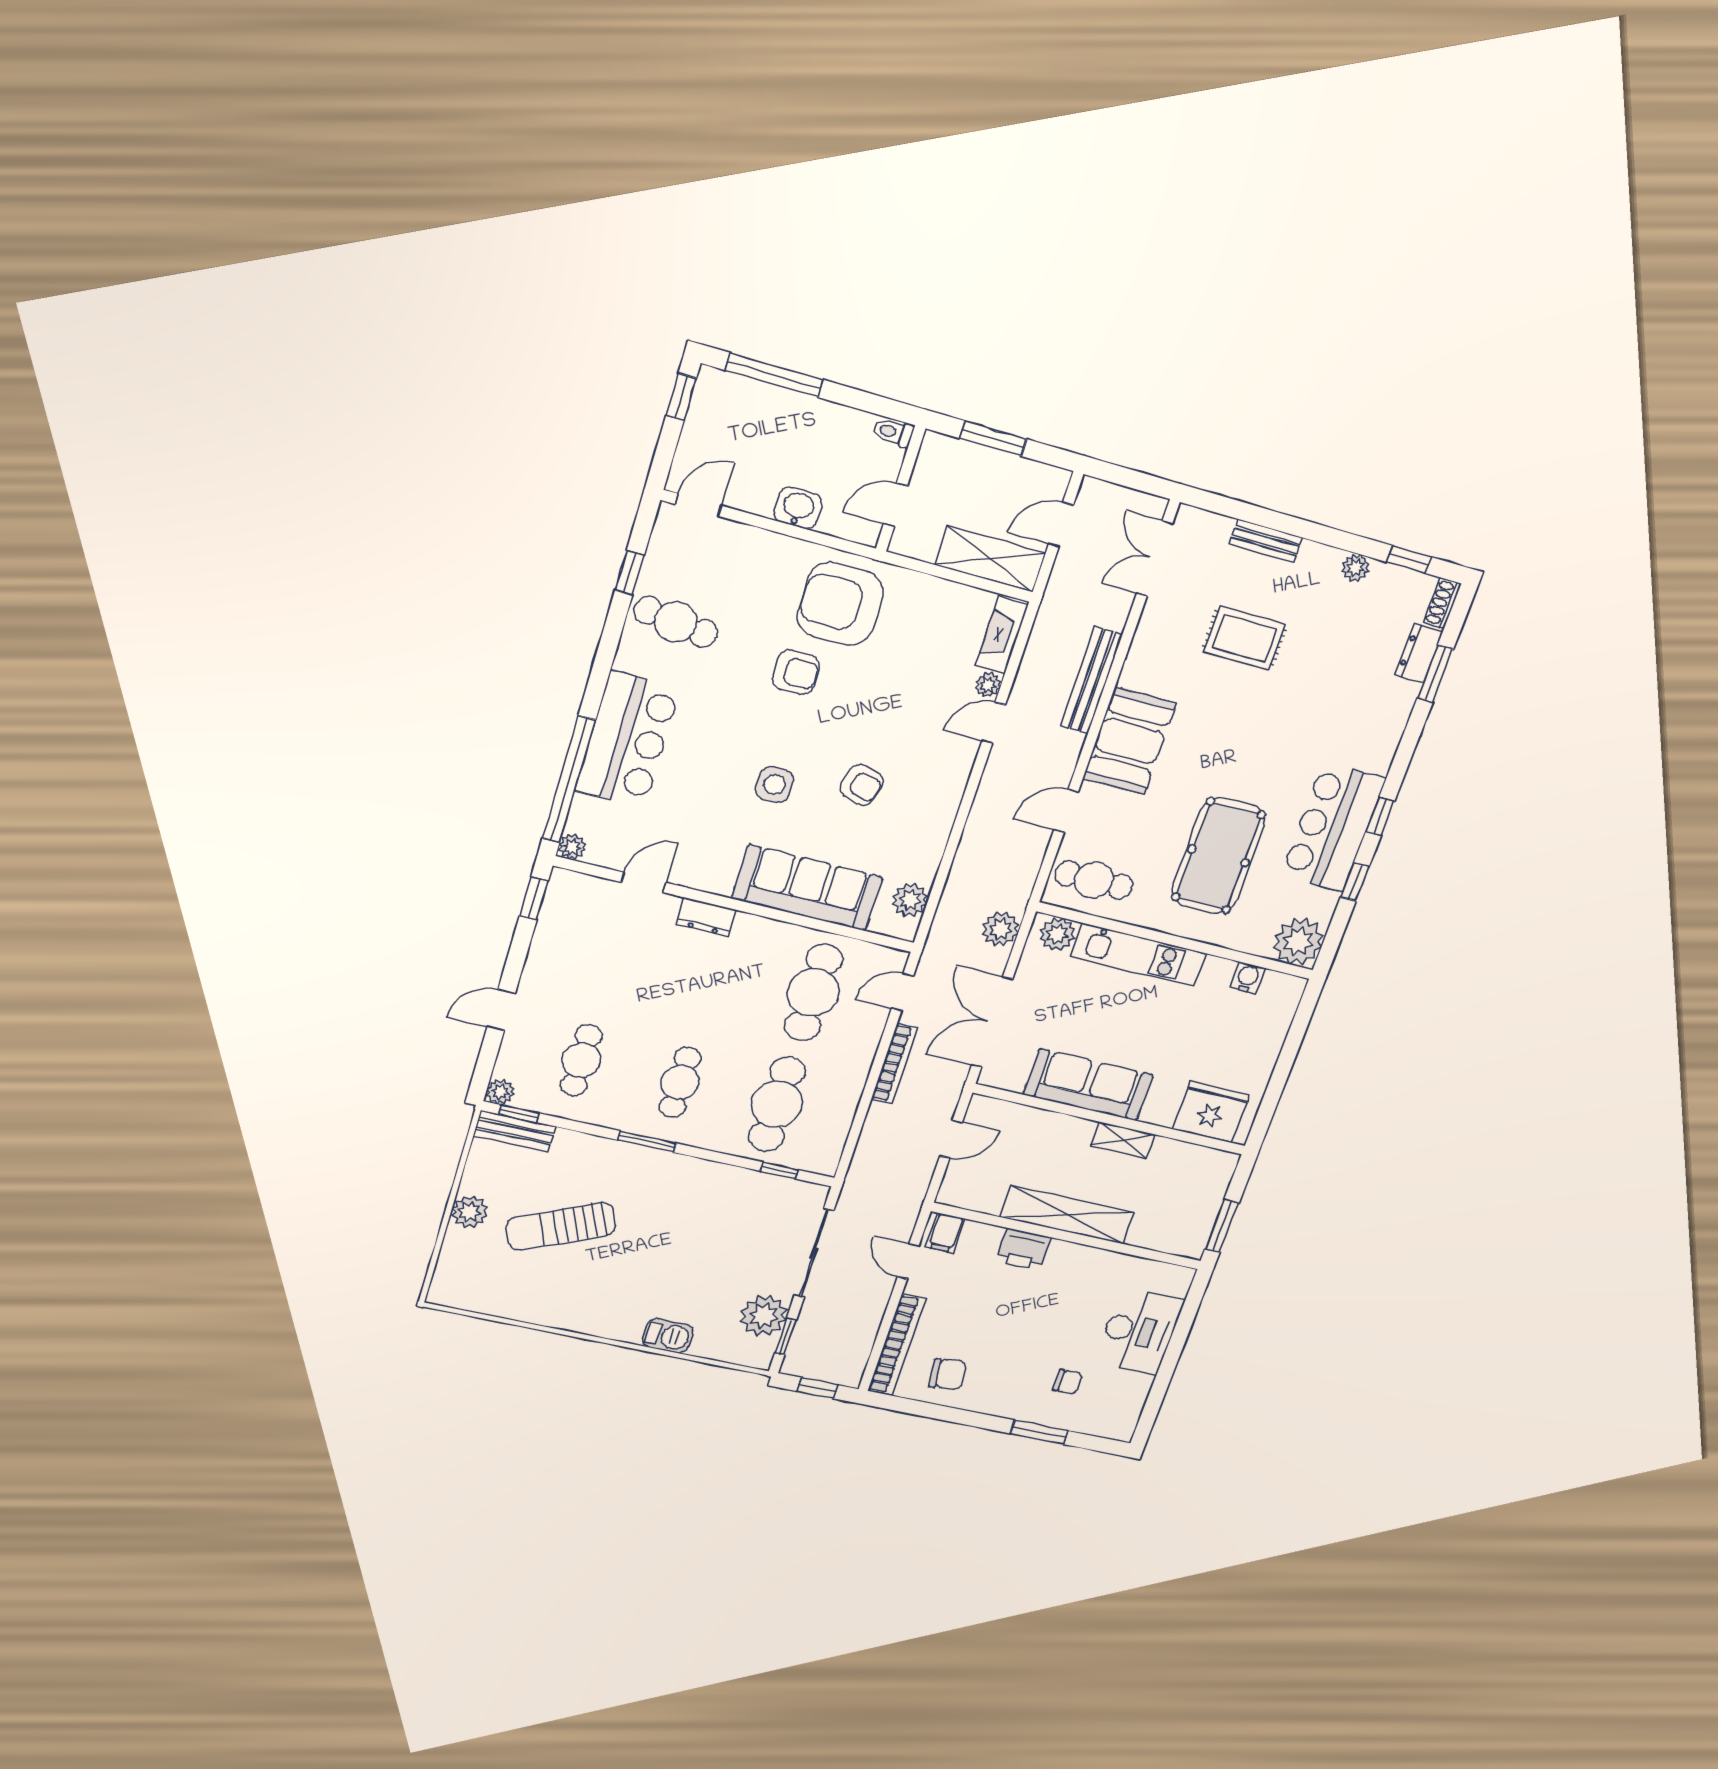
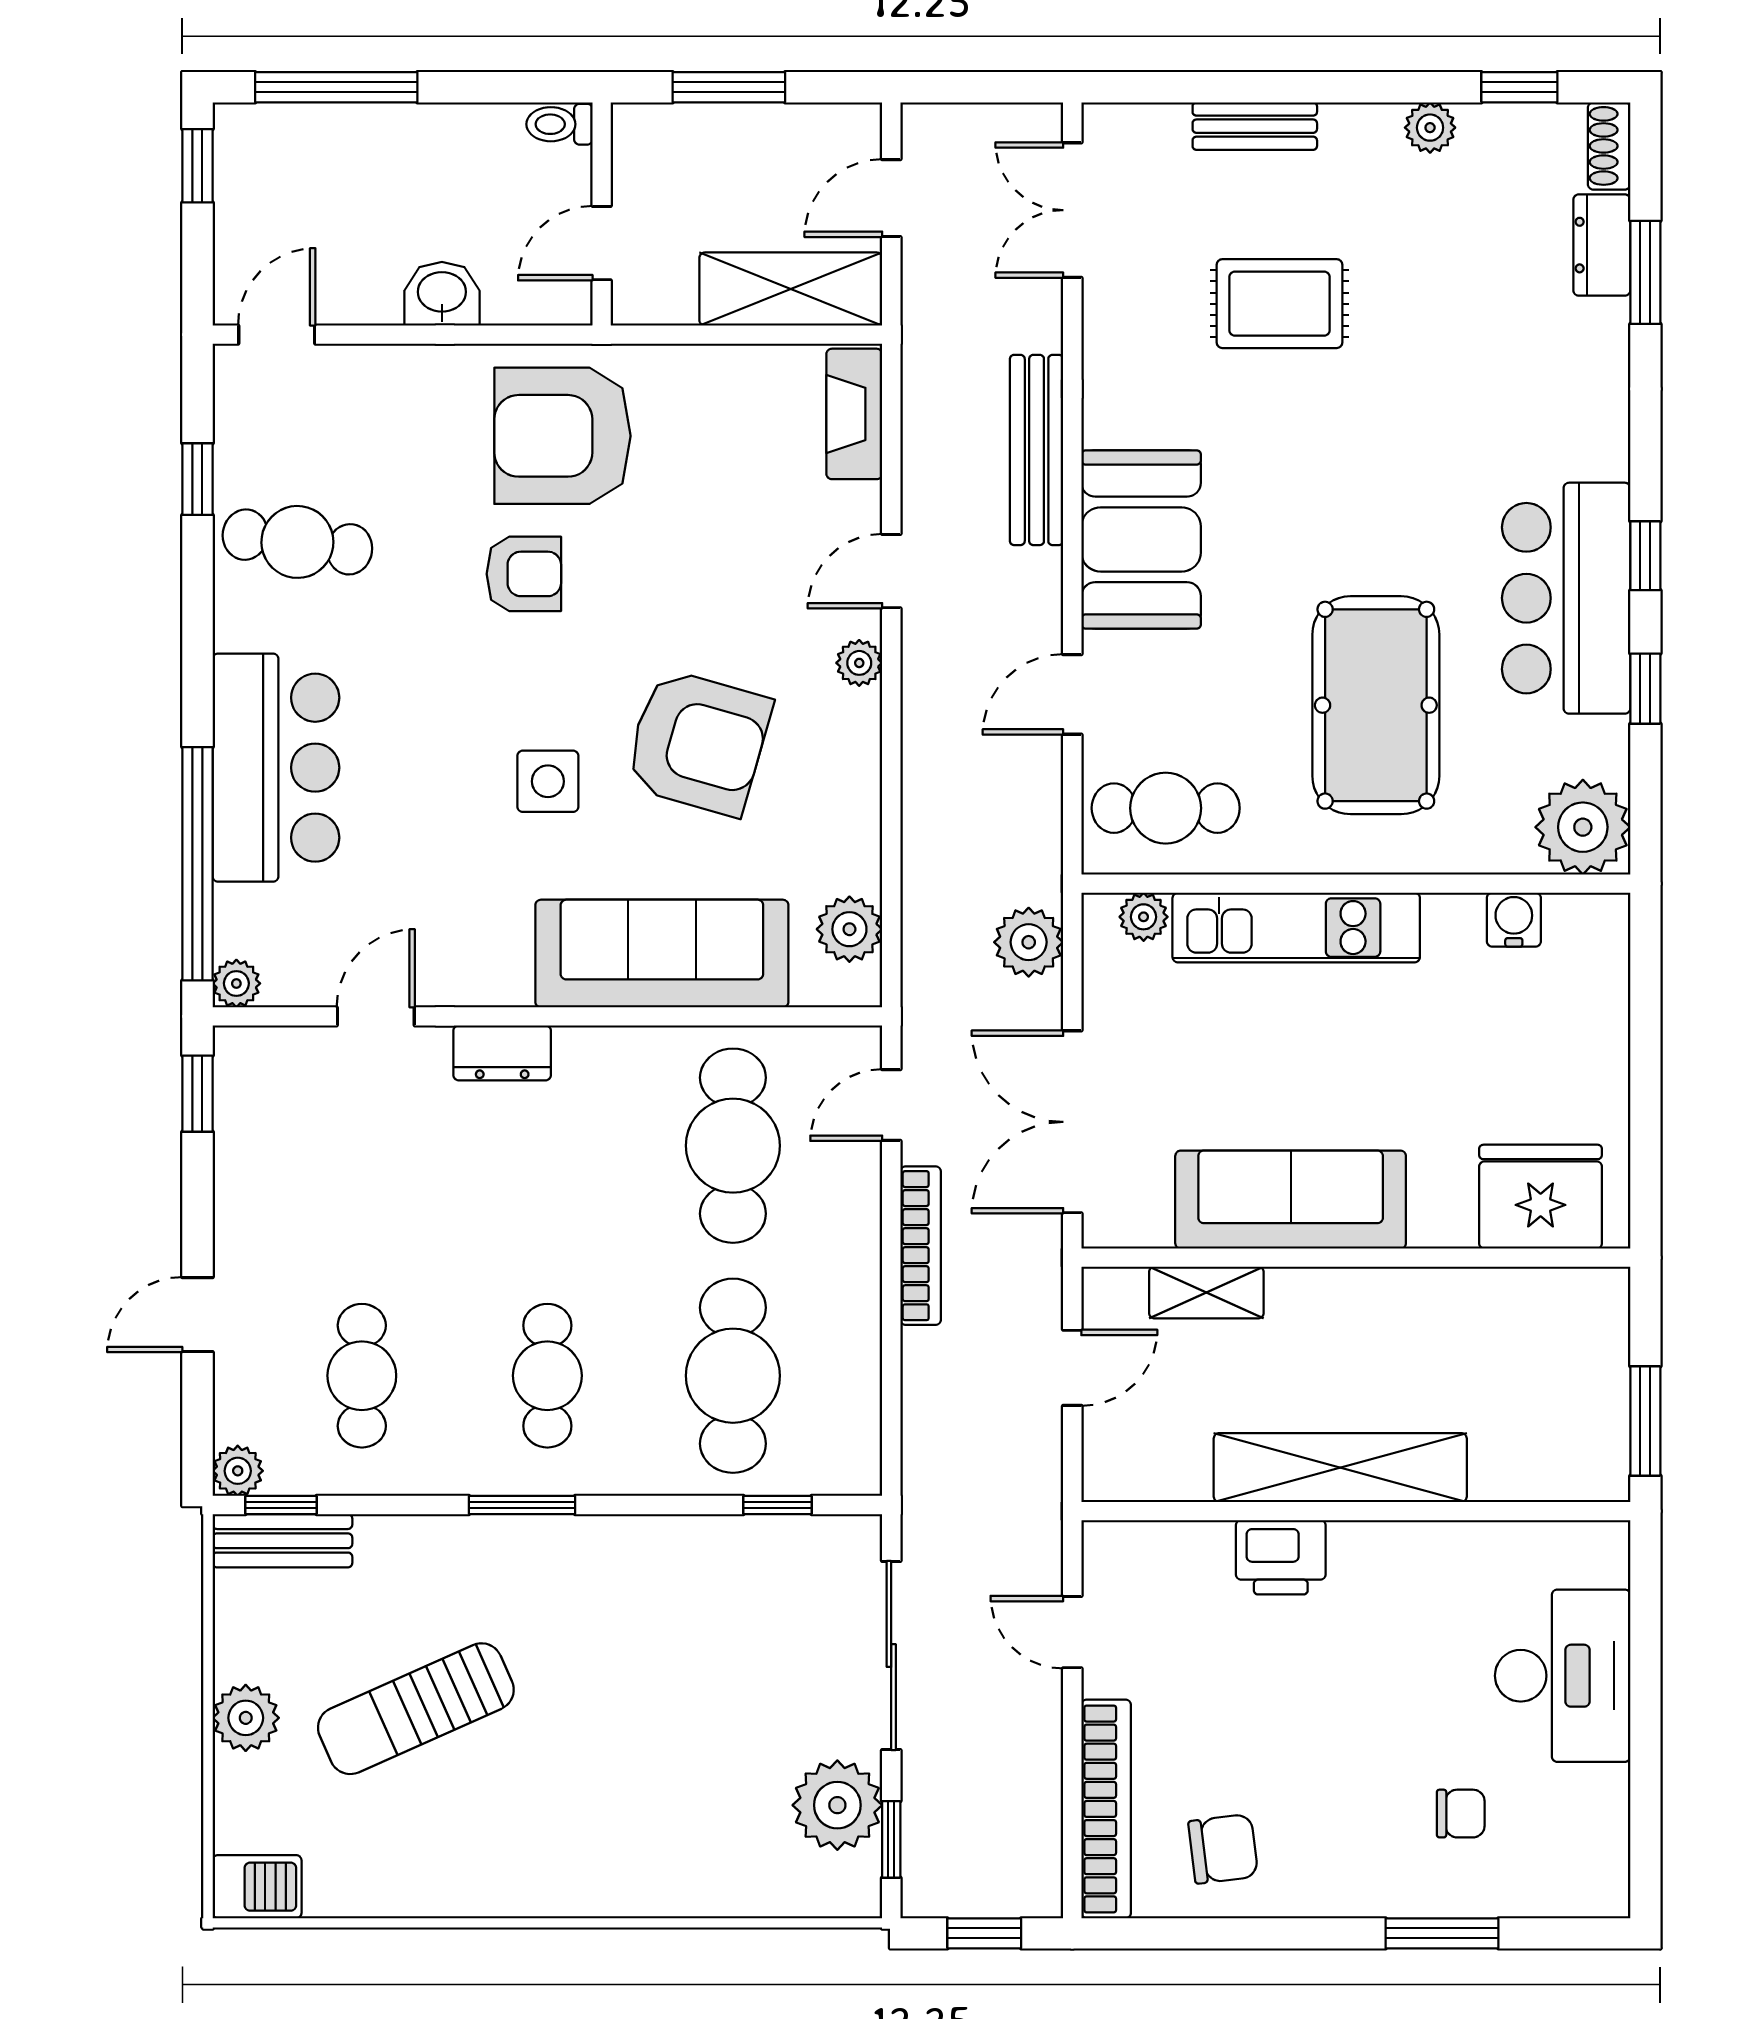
plant: (988, 685) -> (859, 663), moved
armchair: (862, 785) -> (698, 742), width x1.88, depth x1.88
plant: (1057, 934) -> (1144, 917), width x0.73, depth x0.73
shelving: (1123, 1140) -> (1206, 1293), moved
filing cabinet: (945, 1233) -> (1123, 1558), removed
barbecue: (668, 1336) -> (257, 1887), moved

